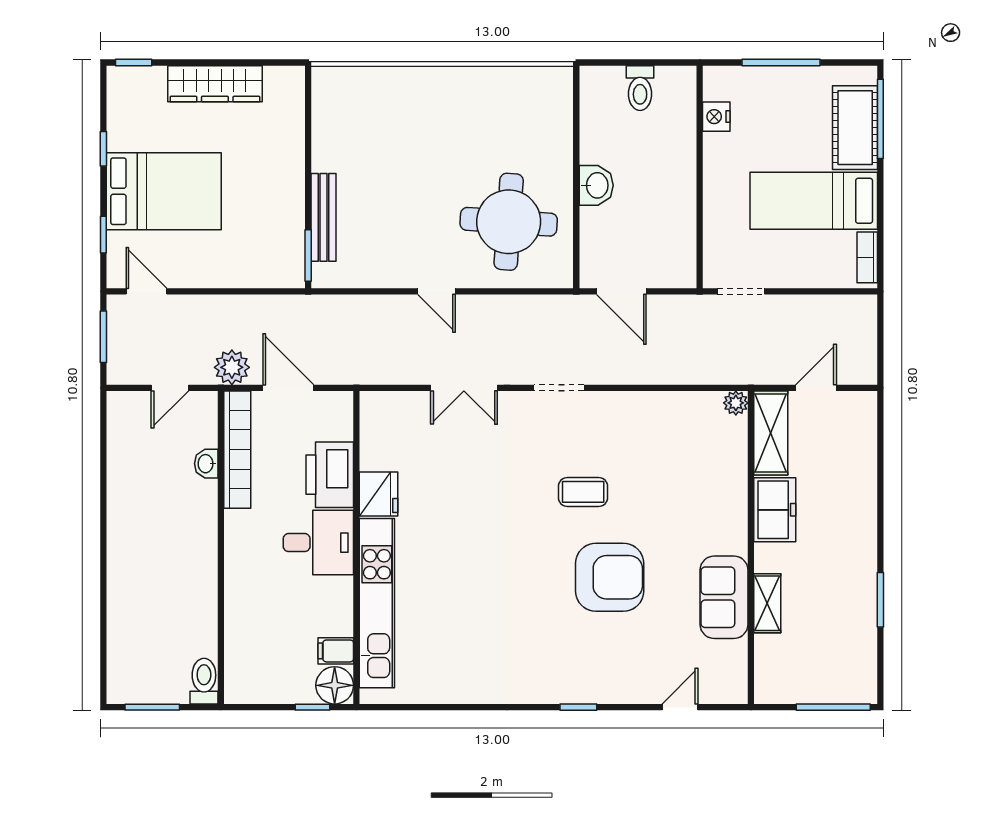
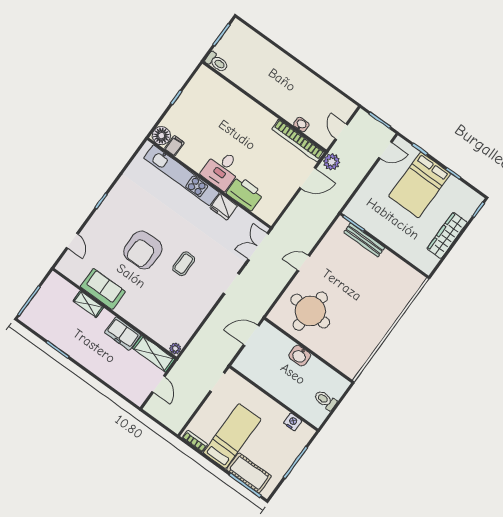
printer: (330, 475) -> (245, 193), moved
fridge: (378, 494) -> (224, 207), moved
desk: (318, 543) -> (222, 170), moved
wall: (356, 547) -> (209, 183), moved
kitchen unit: (377, 603) -> (181, 175), moved
filing cabinet: (336, 651) -> (174, 146), moved
floor lamp: (335, 685) -> (161, 136), moved

